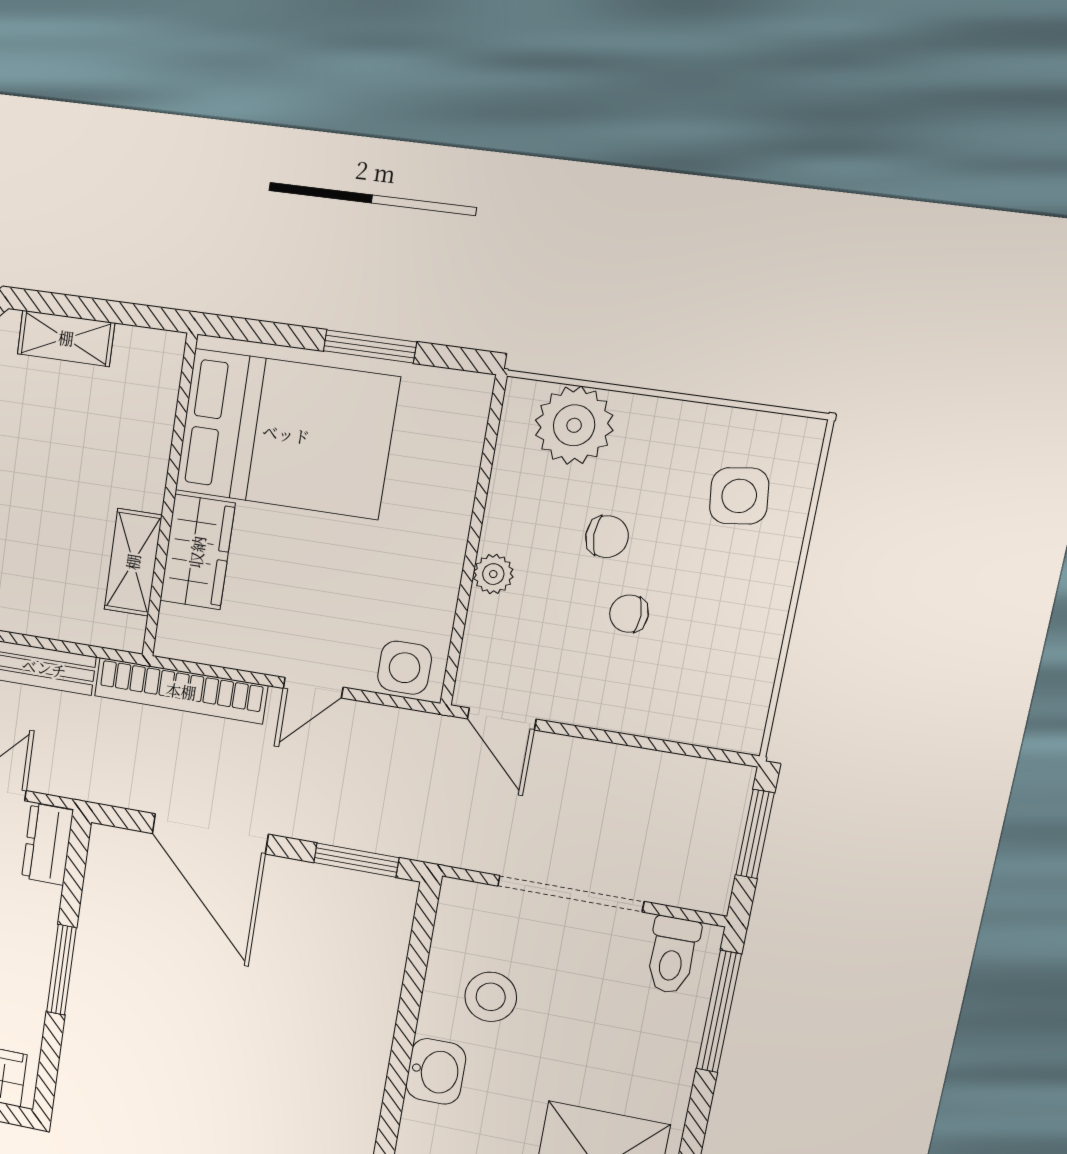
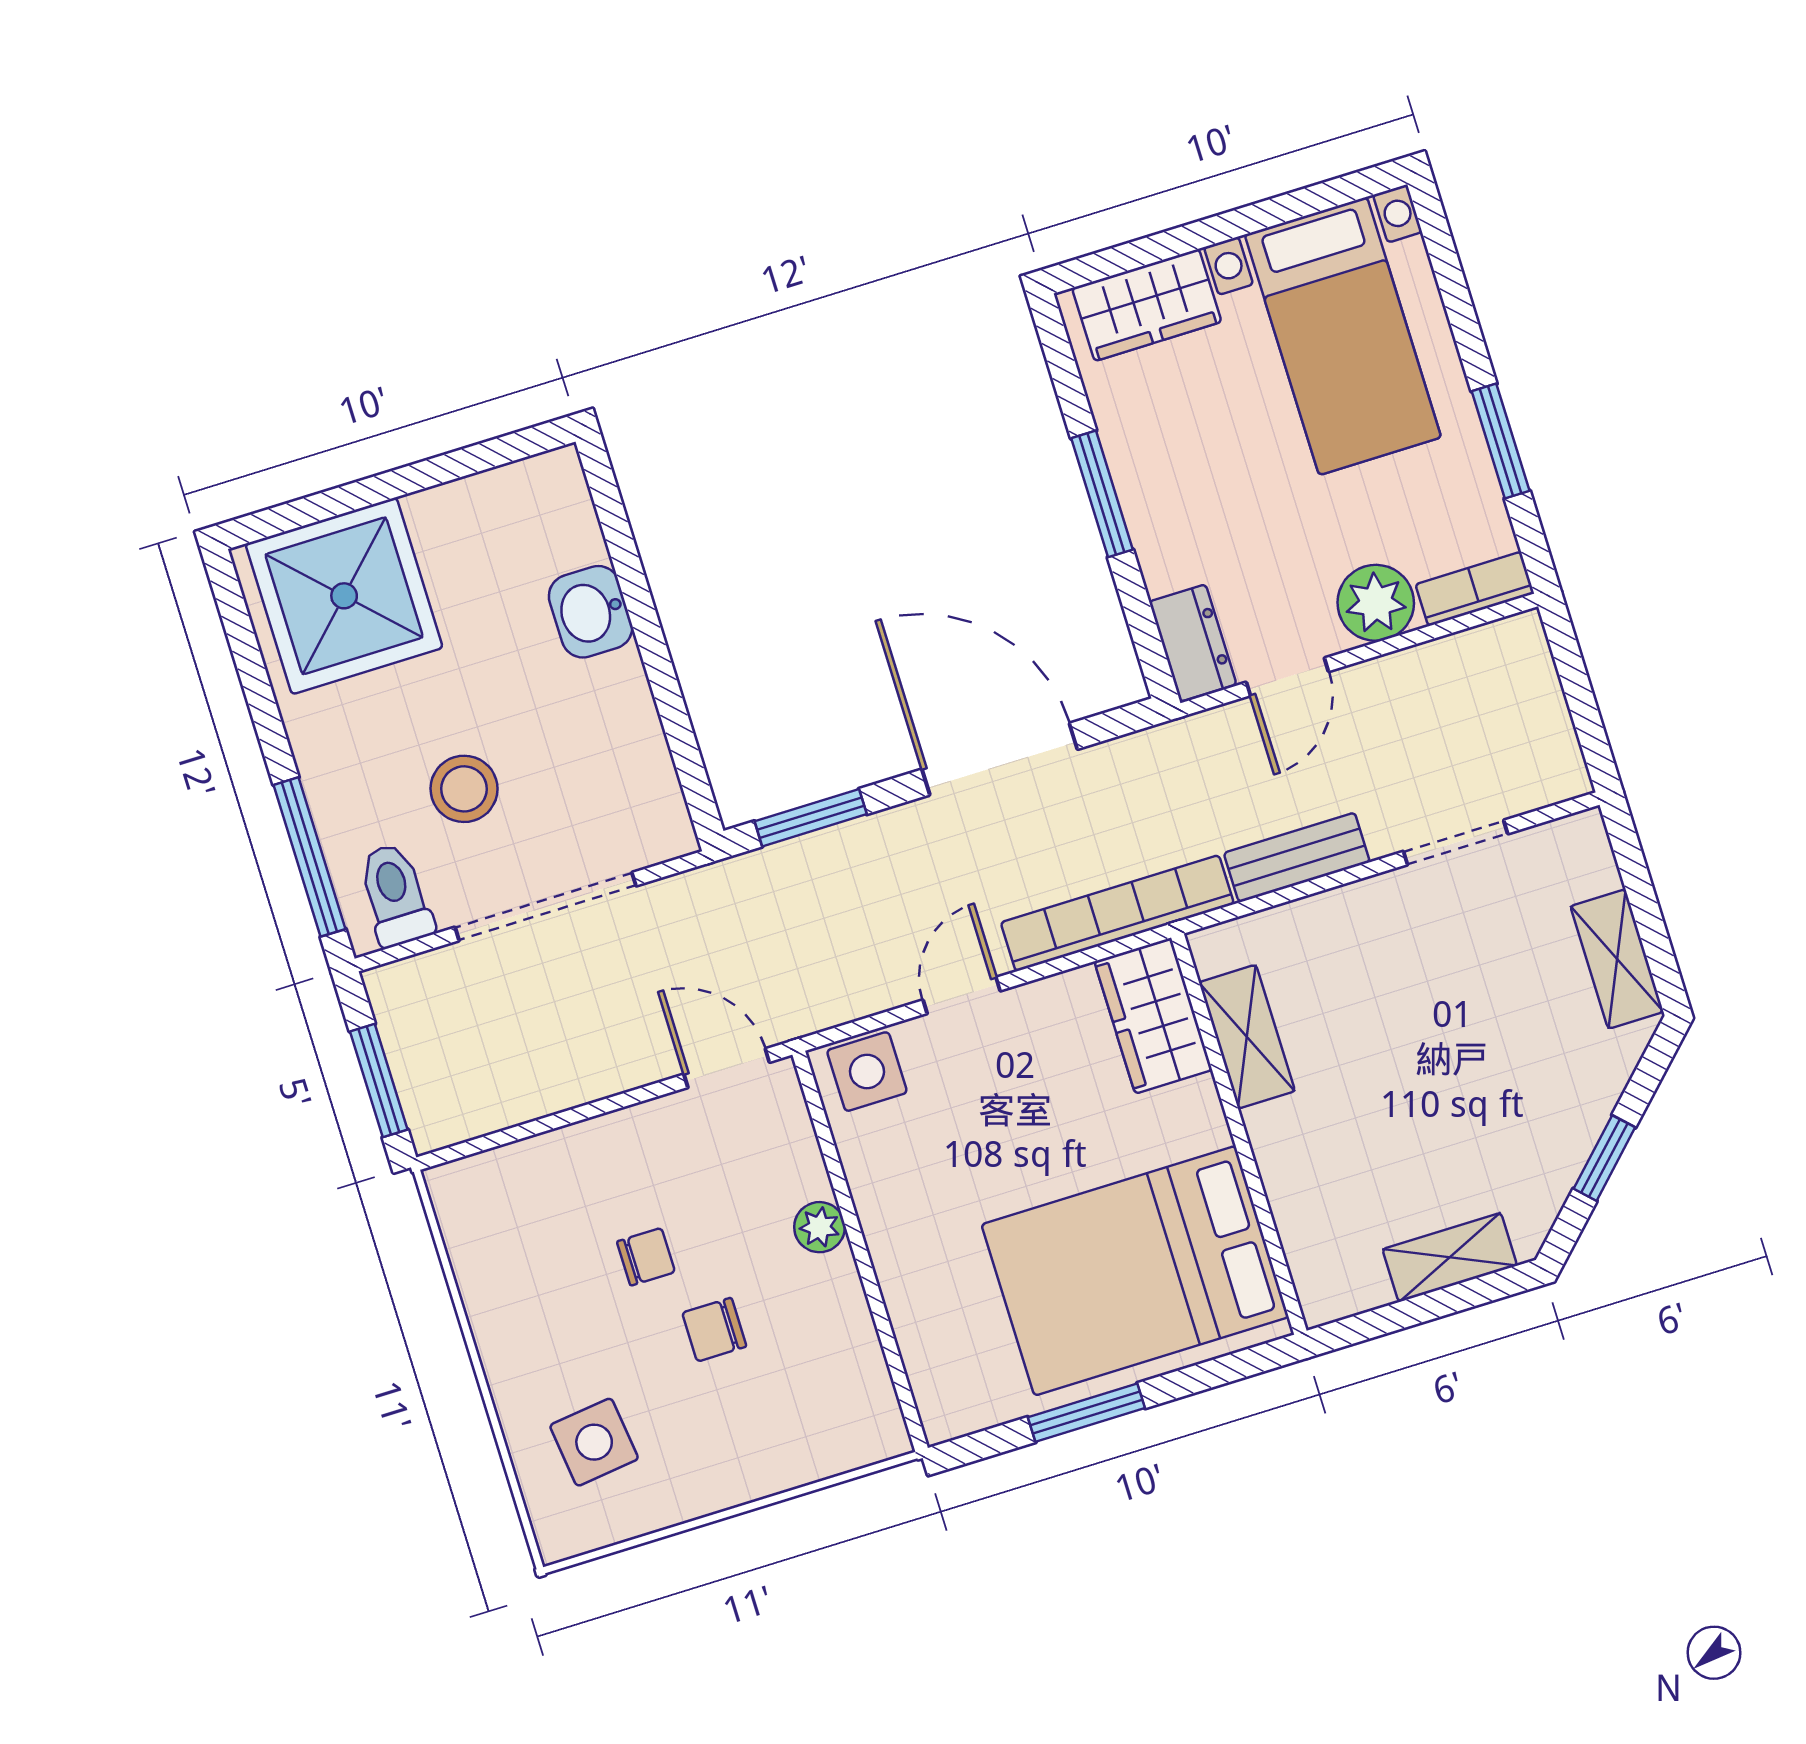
plant: (574, 425) -> (813, 1433), removed
wardrobe: (197, 552) -> (1153, 1016), moved
stool: (491, 997) -> (464, 789), moved

